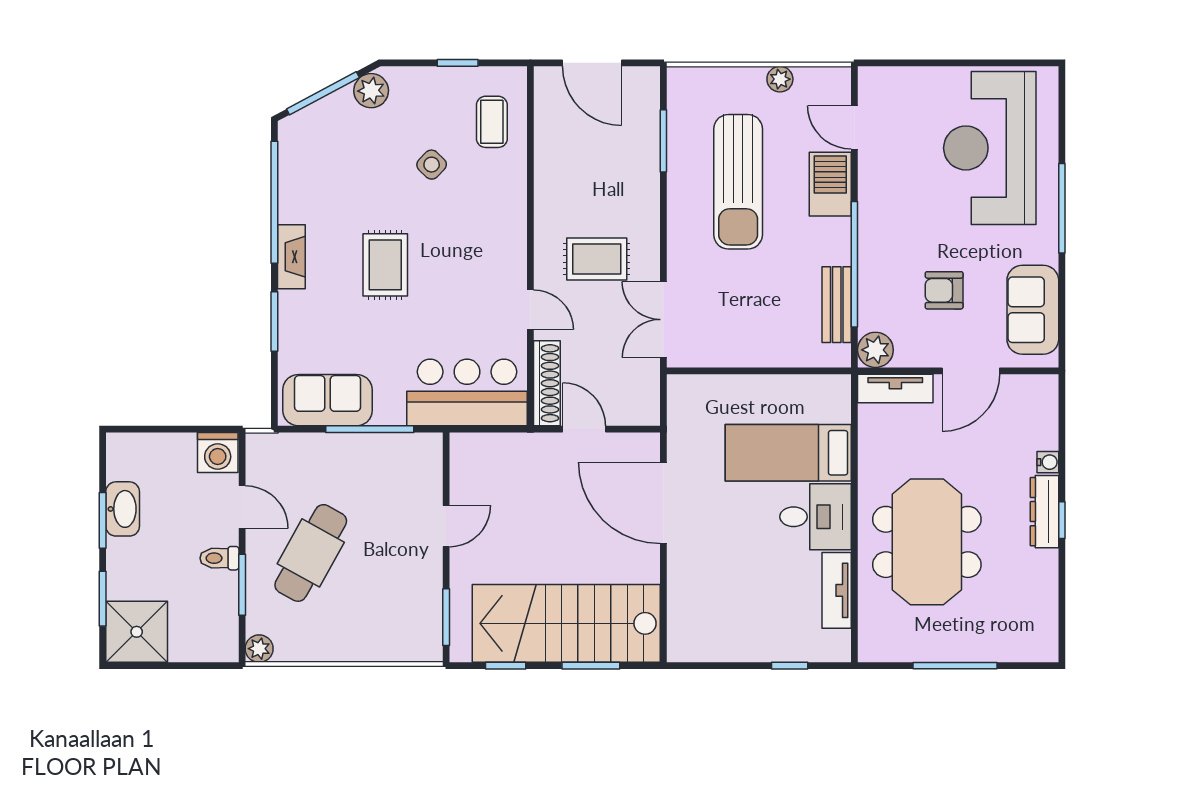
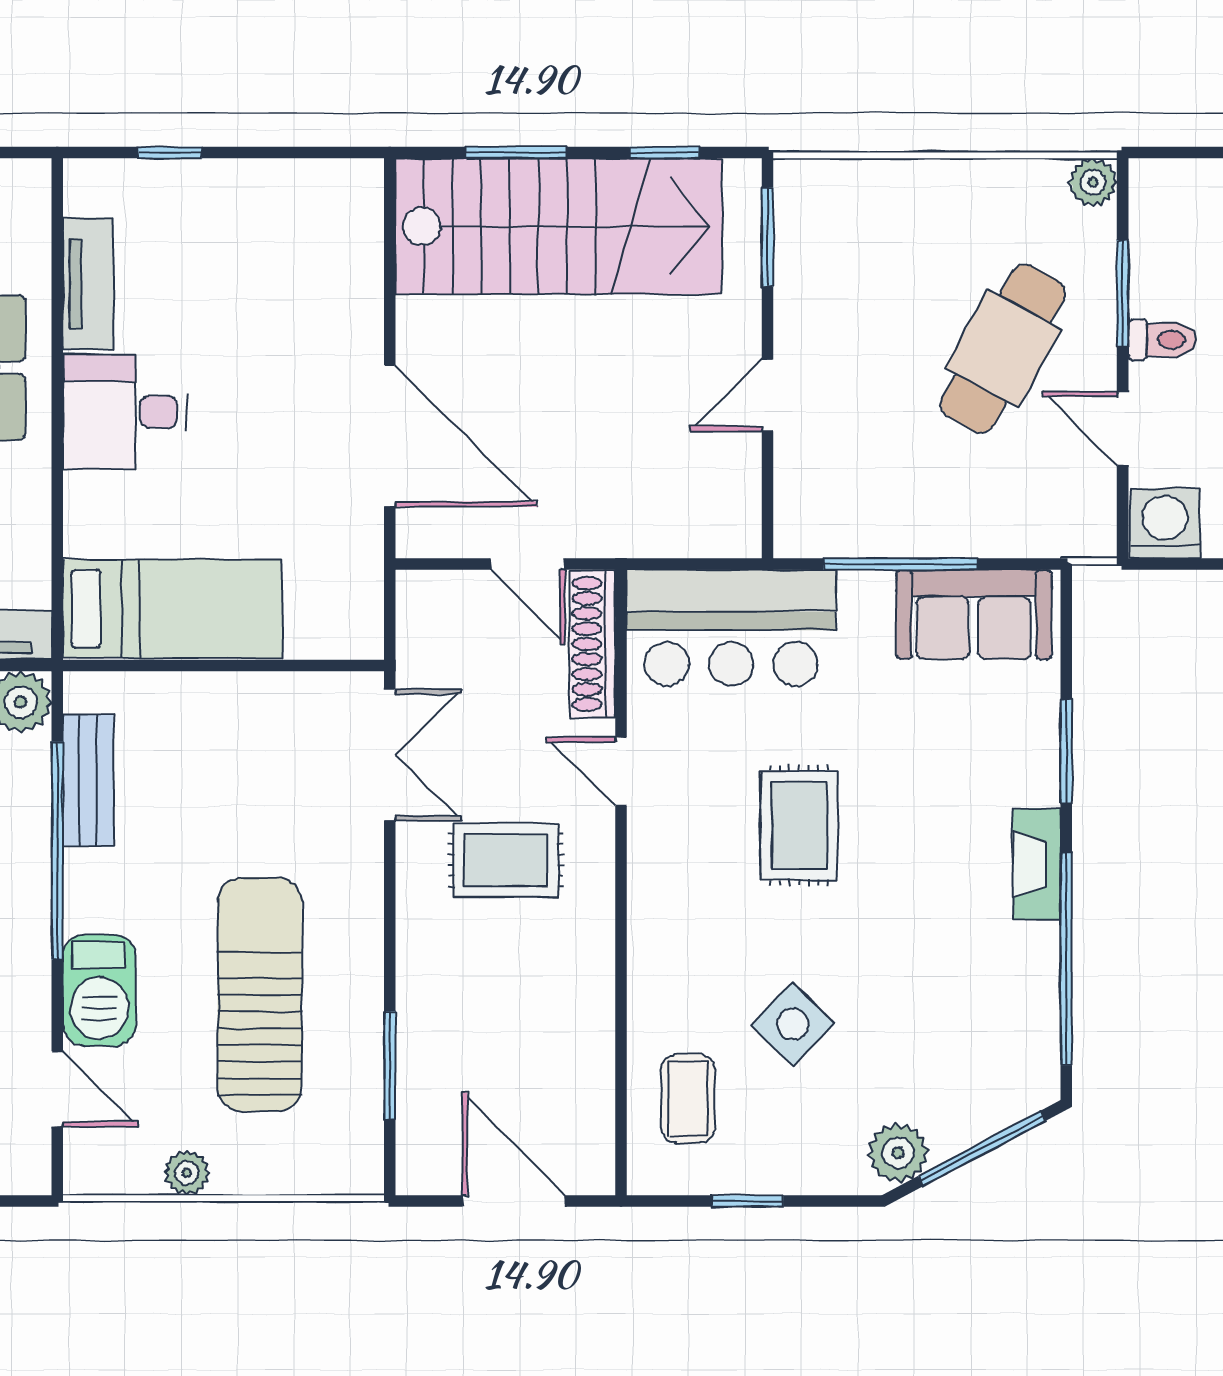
side table: (432, 165) -> (793, 1024), width x1.37, depth x1.37
rug: (385, 265) -> (799, 825), moved
bed: (788, 453) -> (172, 609), moved

